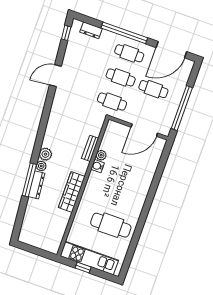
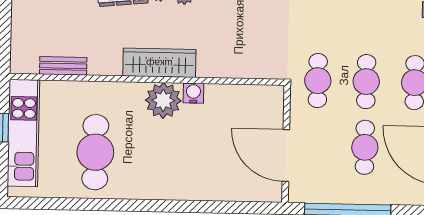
bench: (90, 148) -> (63, 66), moved
plant: (101, 155) -> (163, 100), moved, width x1.87, depth x1.87
wardrobe: (72, 192) -> (159, 63), moved

